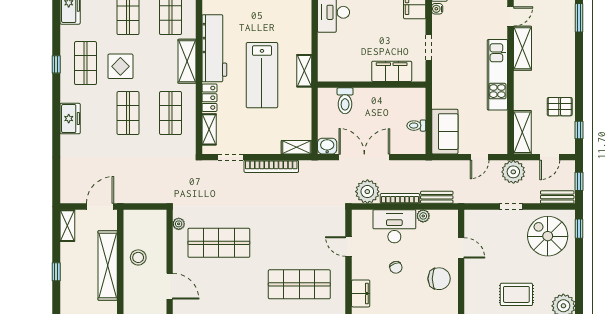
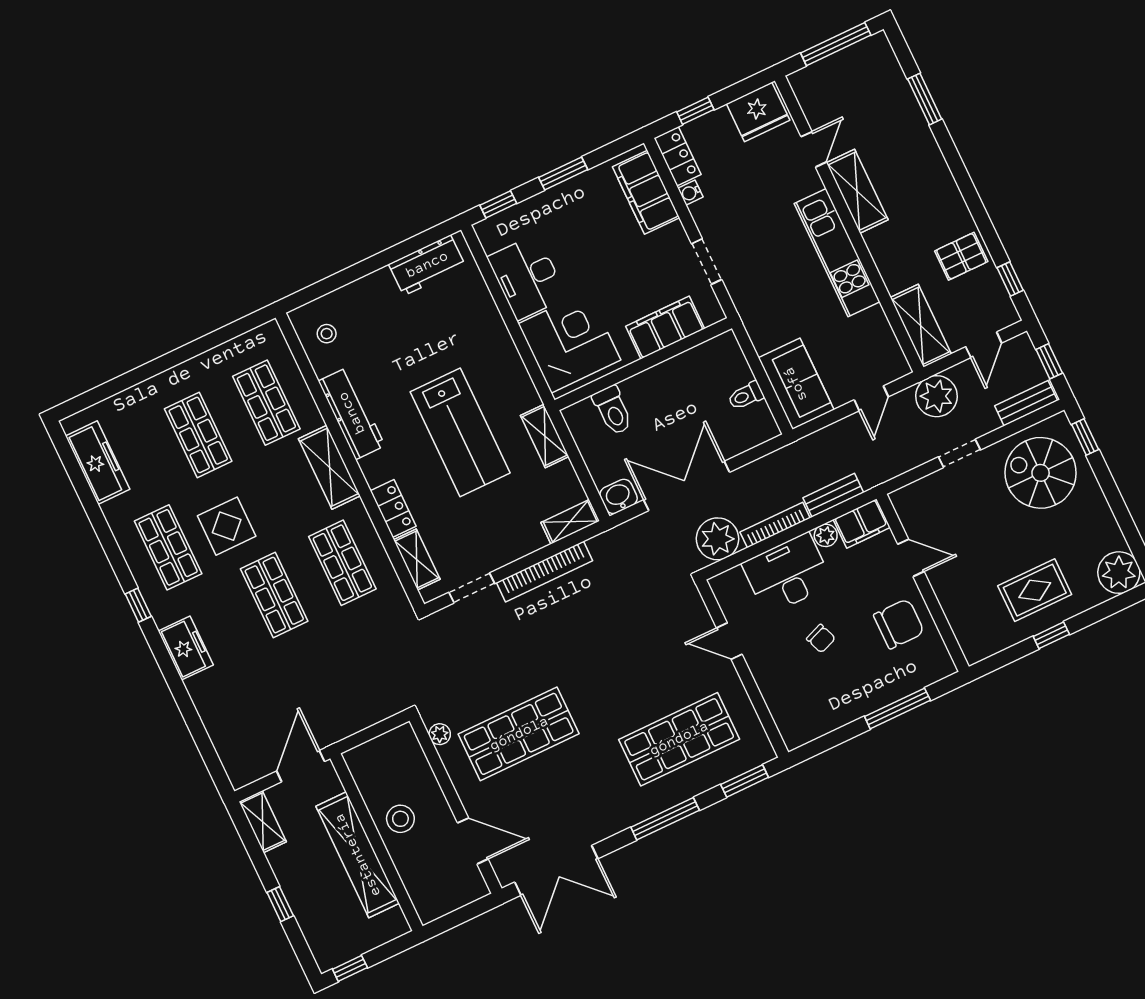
workbench: (214, 48) -> (352, 413), width x0.73, depth x0.76
corner desk: (339, 55) -> (569, 342), added
window: (56, 64) -> (138, 605), moved
shelving: (304, 71) -> (545, 436), moved
filing cabinet: (361, 293) -> (862, 524), moved, turned 90

